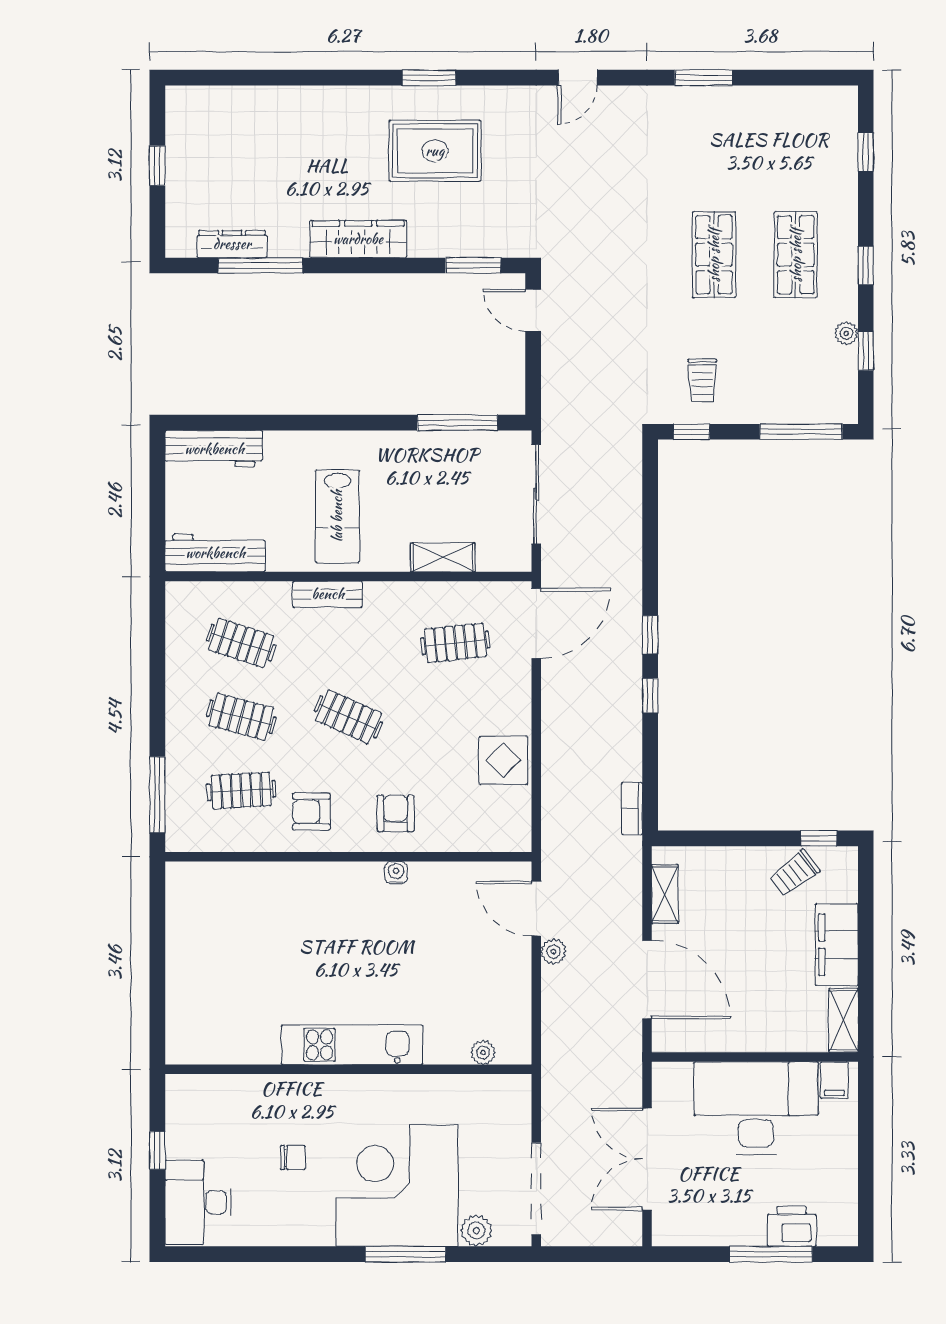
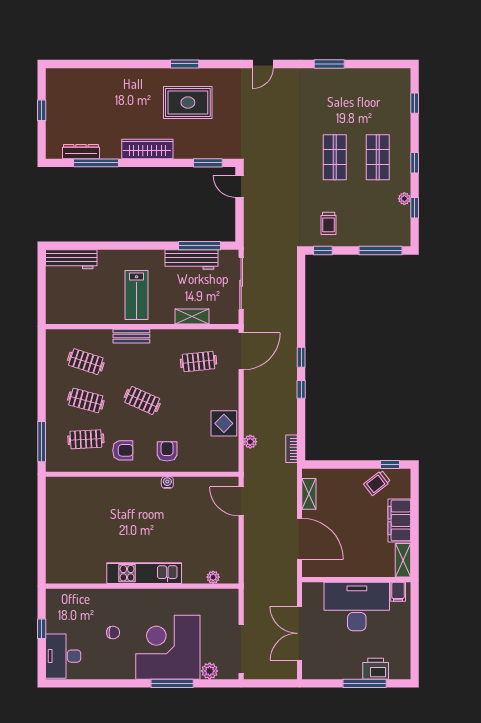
workbench: (215, 553) -> (192, 260), moved, turned 180
armchair: (311, 812) -> (123, 450), turned 180
plant: (554, 951) -> (250, 442), moved

